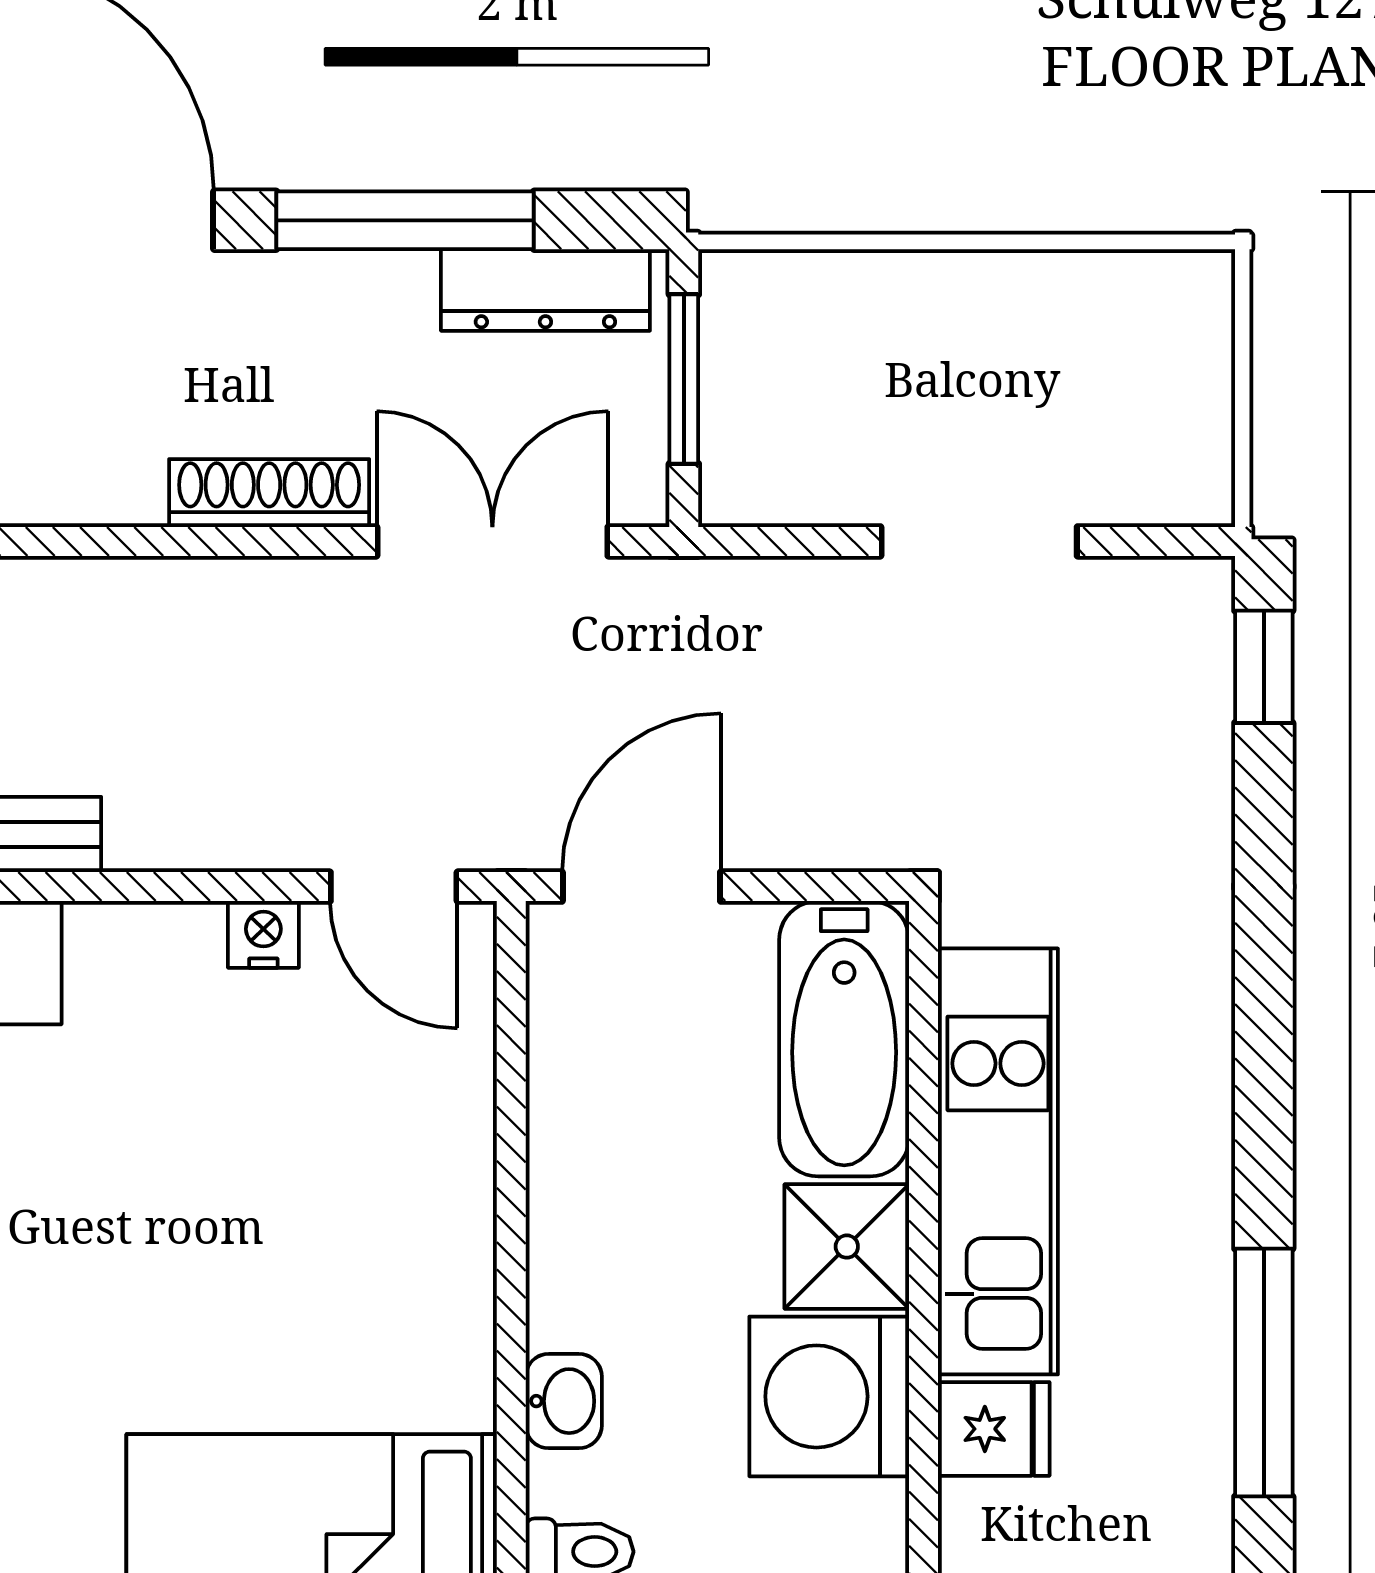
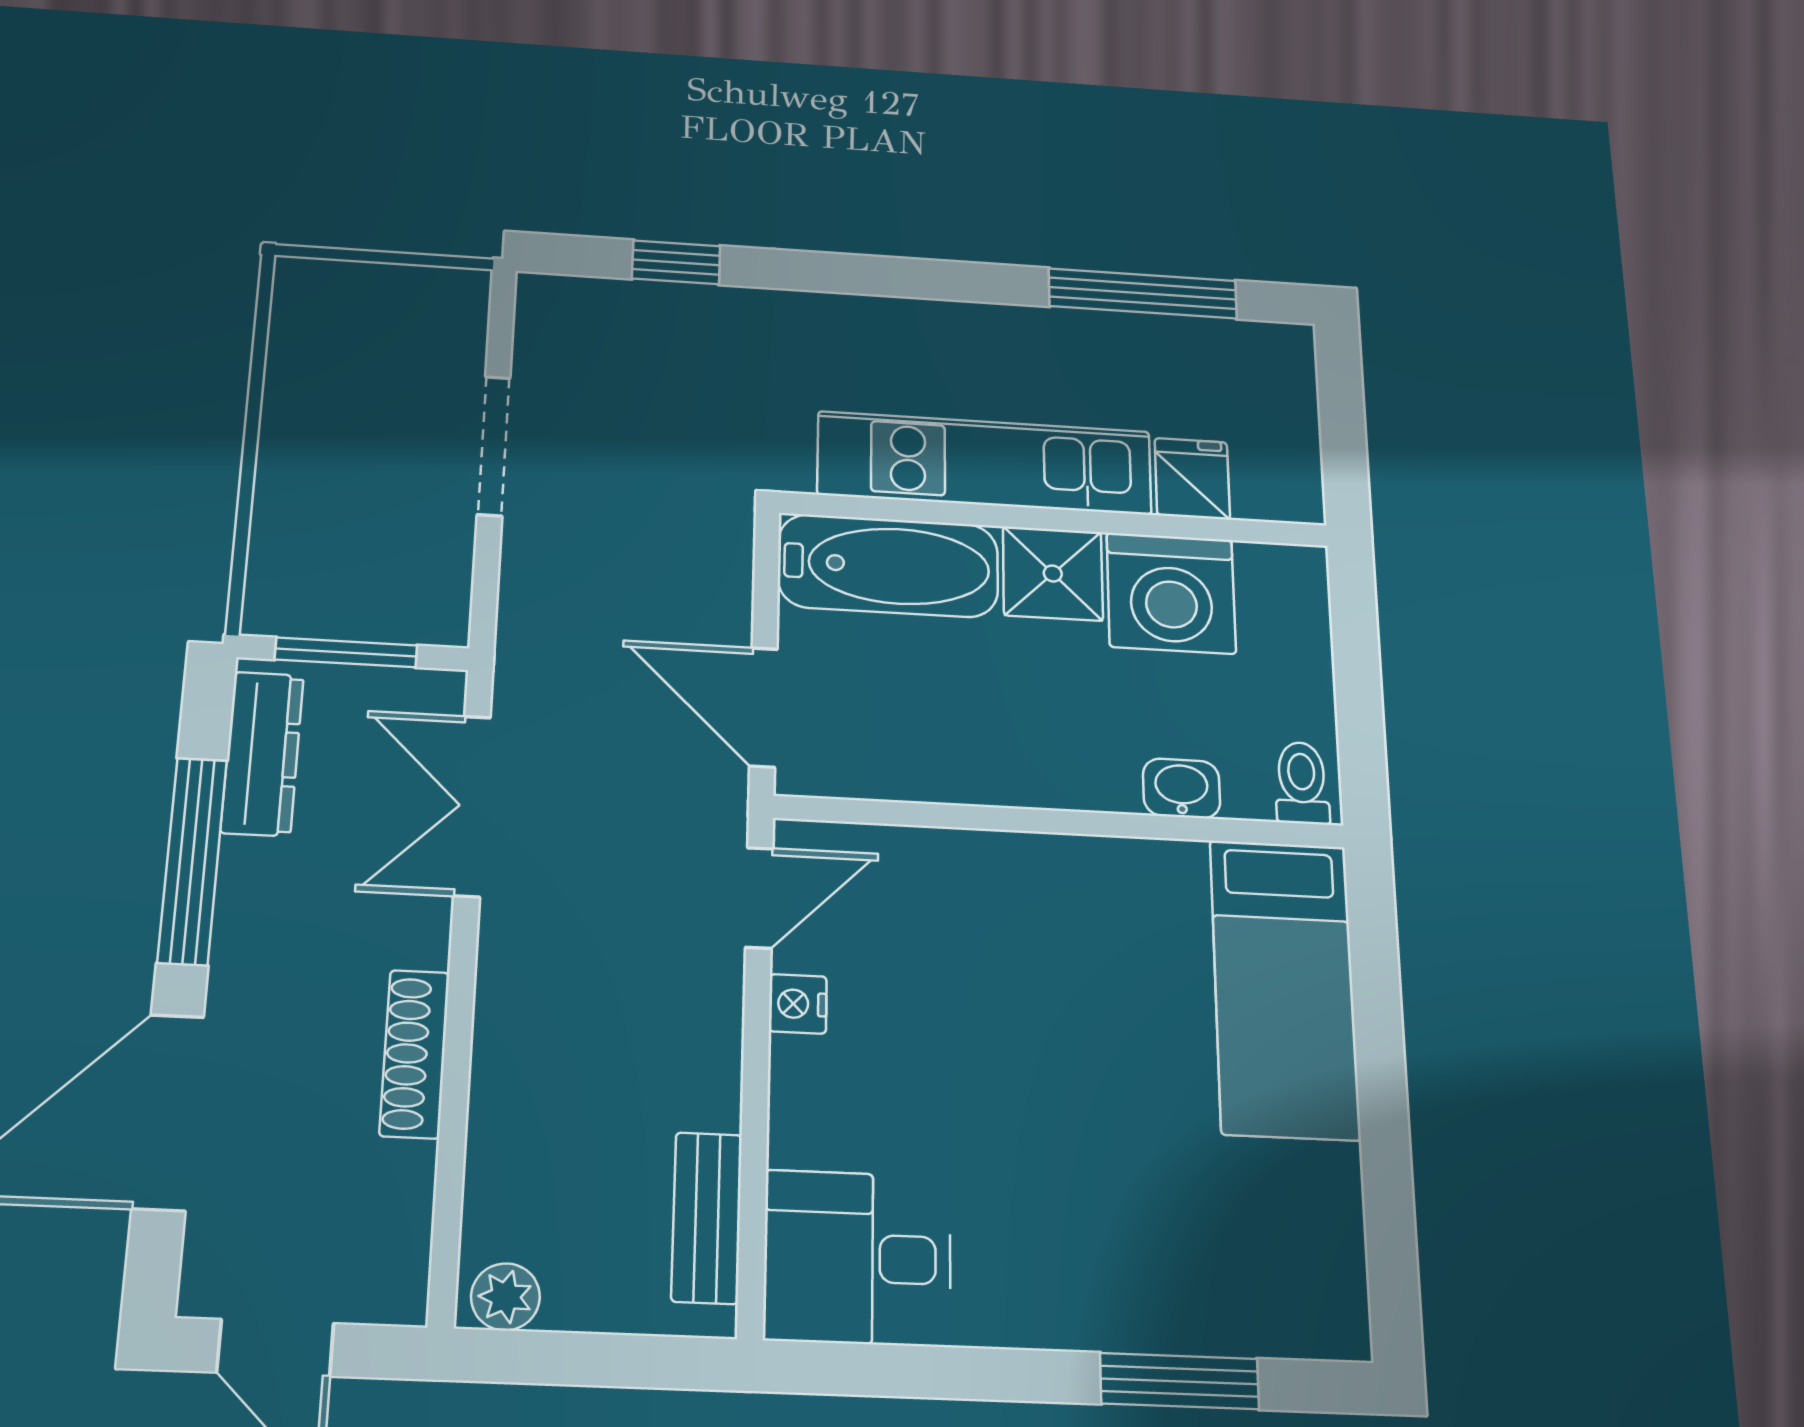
shoe rack: (269, 493) -> (415, 1054), moved
window: (1264, 667) -> (676, 262), moved

